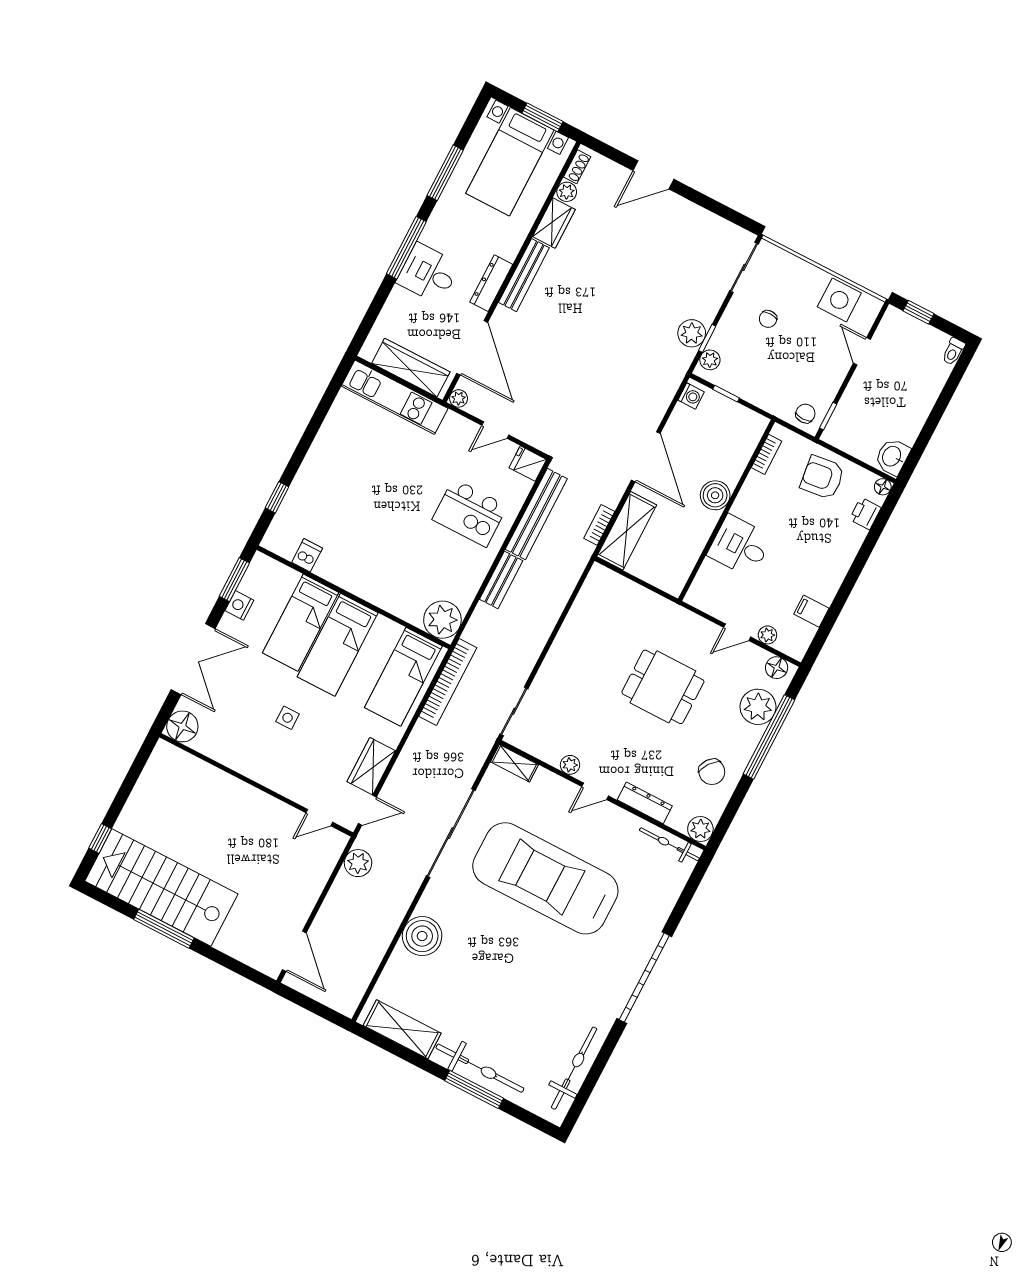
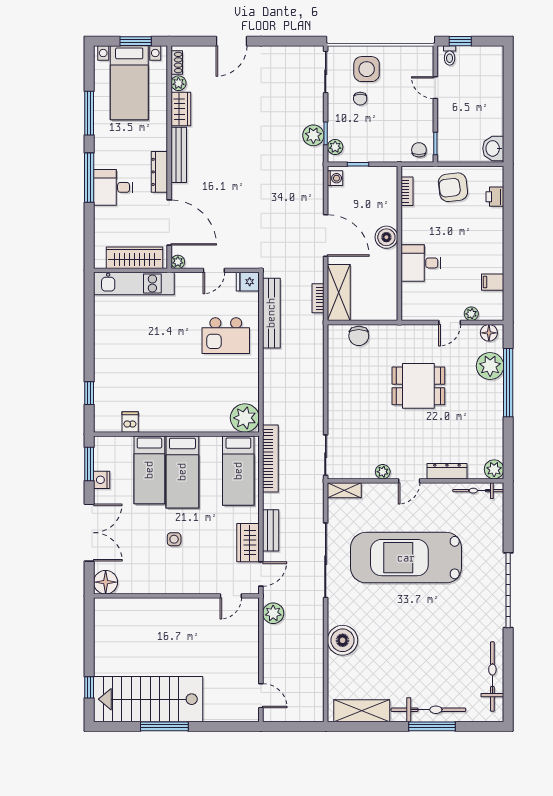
side table: (839, 300) -> (367, 69), moved
toilet: (953, 351) -> (450, 55), moved
floor lamp: (883, 487) -> (497, 172), removed
bench: (501, 580) -> (271, 530), moved
chair: (712, 772) -> (359, 336), moved, turned 53
door: (294, 951) -> (261, 696), width x0.73

